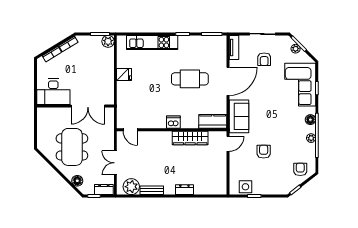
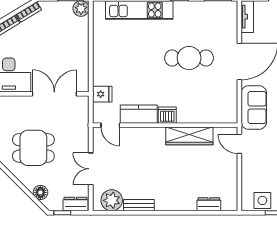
fridge: (124, 74) -> (102, 94), moved
double door: (88, 106) -> (54, 94), swing flipped
kitchen counter: (213, 121) -> (139, 114), moved
door: (228, 144) -> (239, 144), swing flipped
dining table: (72, 147) -> (33, 148), width x0.73
dresser: (184, 190) -> (209, 204), moved

